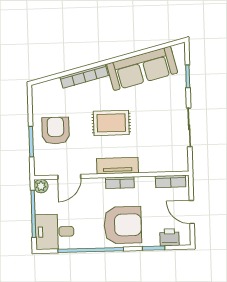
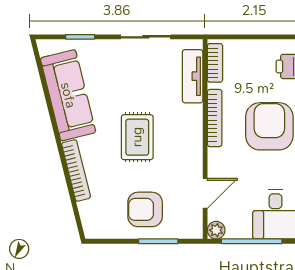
tv unit: (117, 166) -> (193, 76), moved
door: (69, 177) -> (205, 193), hinge flipped
bookcase: (120, 183) -> (215, 118), width x1.56
door: (192, 212) -> (255, 37), removed

